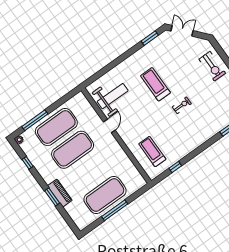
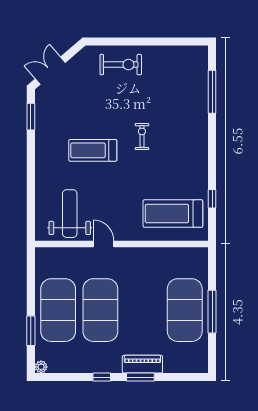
window: (35, 120) -> (31, 331), width x0.69
treadmill: (152, 152) -> (173, 214), width x1.37, depth x1.38
window: (28, 163) -> (102, 377), moved

